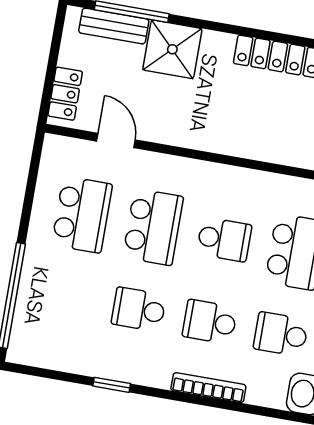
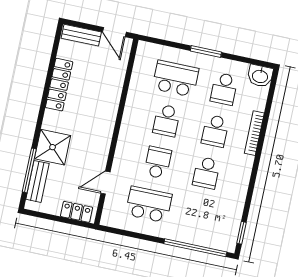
school desk: (153, 227) -> (158, 162), width x0.54
school desk: (224, 239) -> (167, 121), turned 180
window: (112, 385) -> (241, 233), moved

